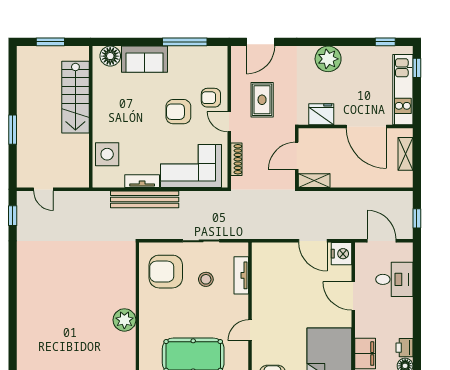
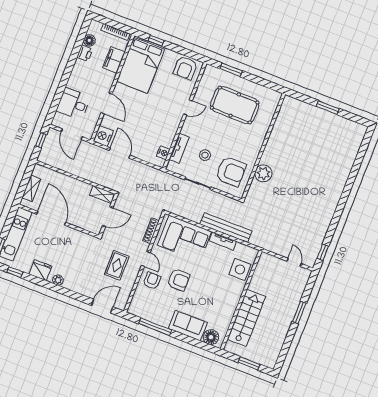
plant: (328, 59) -> (58, 280), width x0.53, depth x0.53
armchair: (211, 98) -> (152, 281), turned -90
fridge: (321, 114) -> (40, 270), moved, turned 180
nightstand: (259, 262) -> (163, 153), added
plant: (124, 320) -> (263, 173), moved

